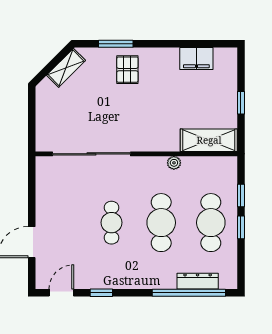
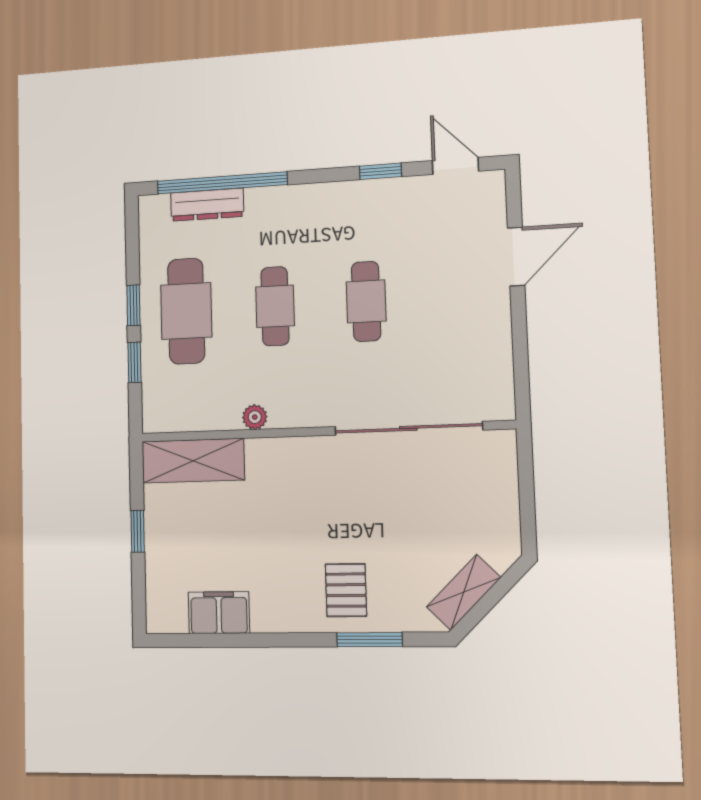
cafe table: (161, 223) -> (275, 306), width x0.73, depth x0.74
door: (61, 293) -> (455, 166), swing flipped

